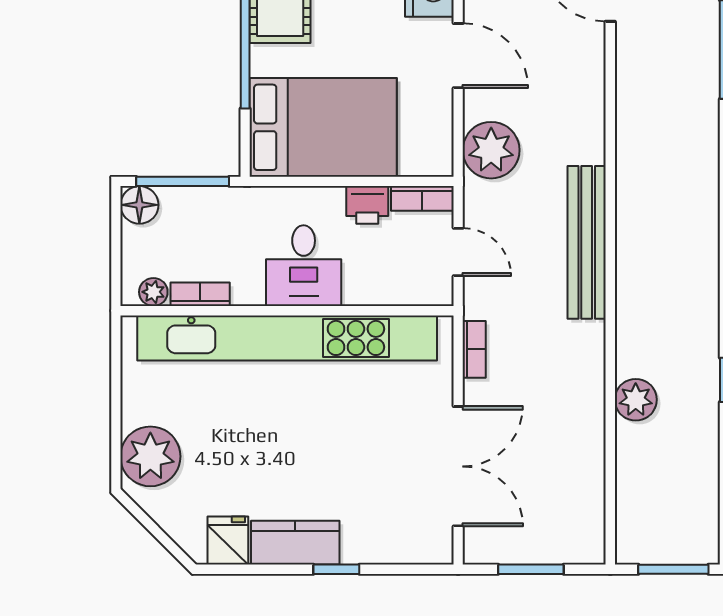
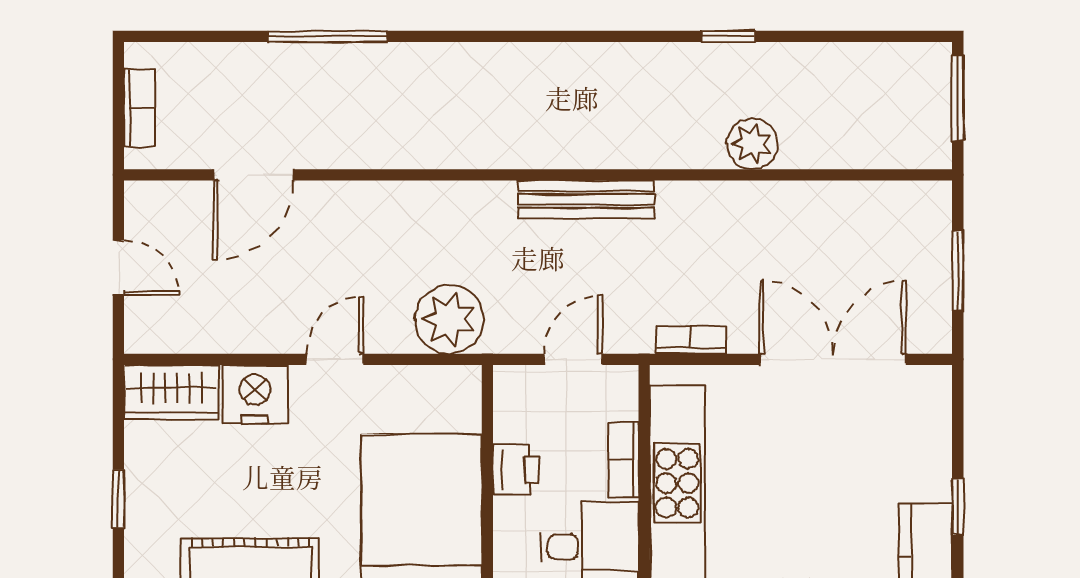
door: (458, 56) -> (335, 359), width x0.73
bookcase: (422, 198) -> (623, 460), moved, turned 180
bench: (587, 242) -> (586, 199), width x0.73, depth x0.82

